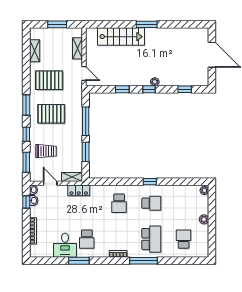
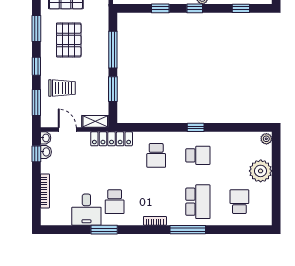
pallet: (51, 114) -> (69, 40), turned 90
locker: (79, 190) -> (112, 139), width x1.53
plant: (204, 219) -> (261, 171), width x1.87, depth x1.87

